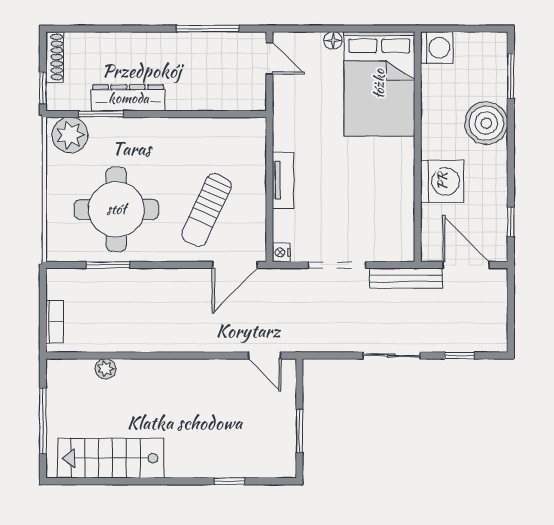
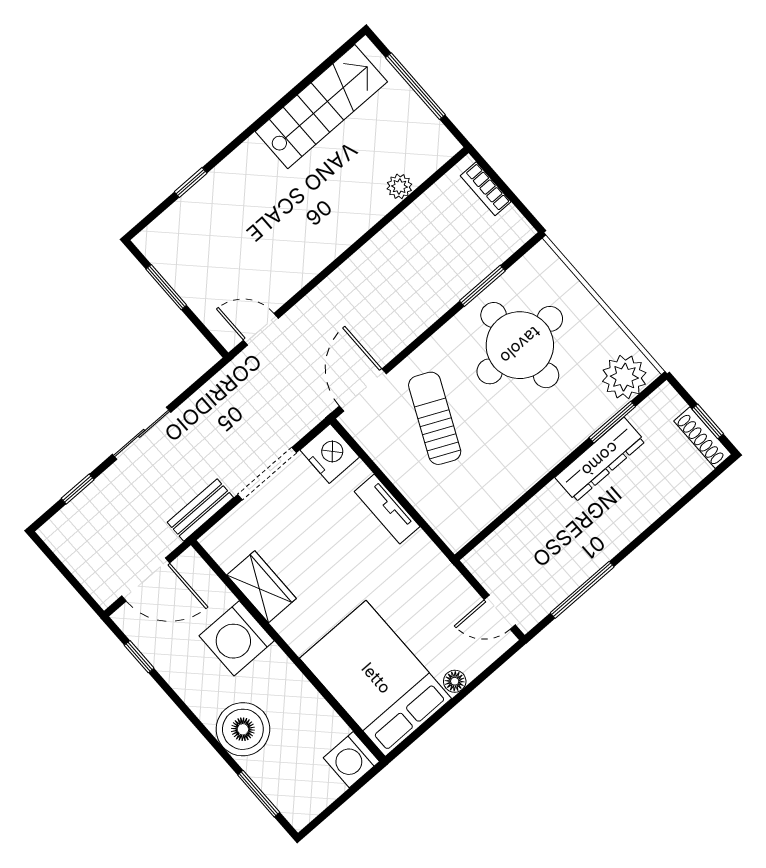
window: (43, 88) -> (708, 421), moved
wardrobe: (400, 200) -> (262, 587), added
nightstand: (281, 252) -> (330, 454), width x1.89, depth x1.79
bench: (406, 278) -> (200, 510), width x0.73

